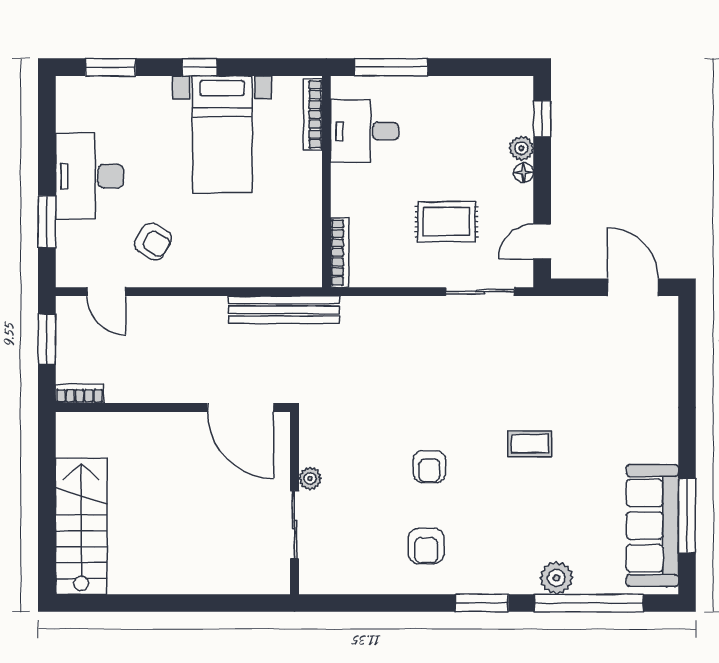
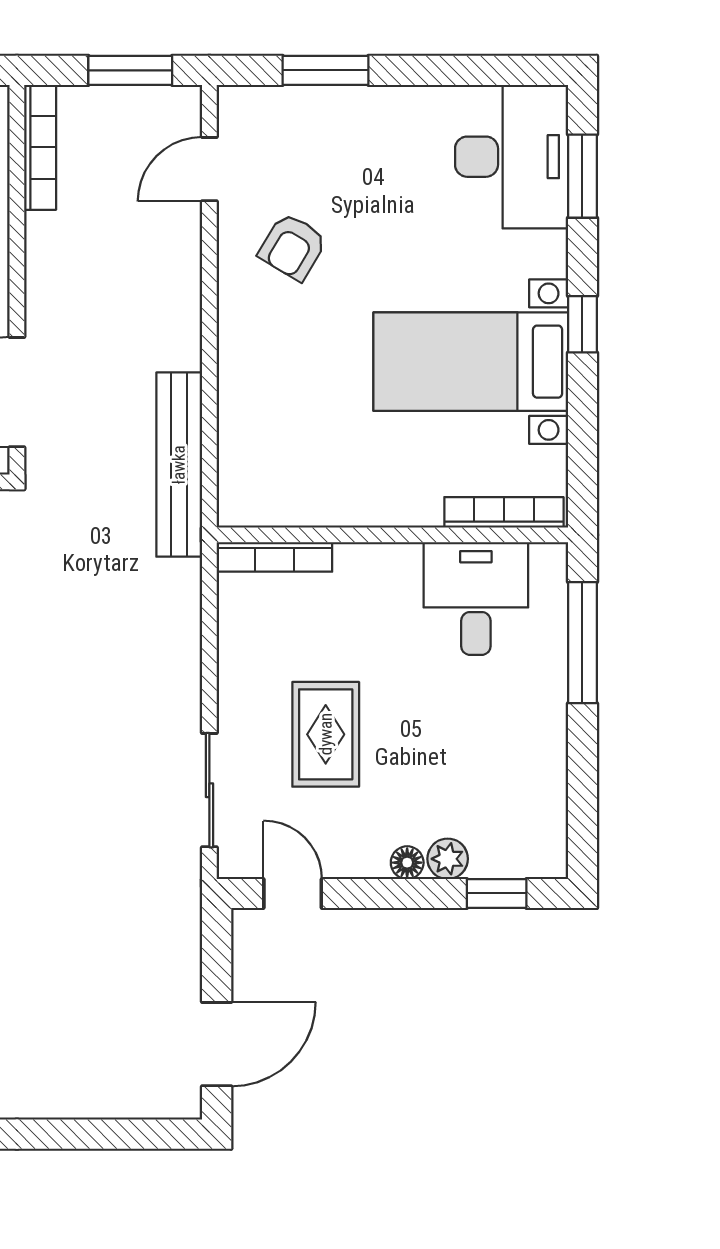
desk: (90, 176) -> (512, 157), moved, turned 90
bookcase: (80, 393) -> (40, 147), width x1.56

